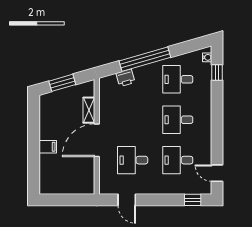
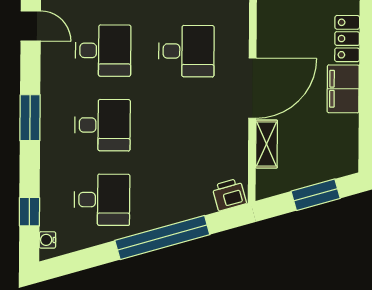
printer: (125, 78) -> (229, 195), moved
window: (217, 123) -> (30, 118), added
filing cabinet: (48, 147) -> (343, 89), width x2.00
locker: (46, 167) -> (347, 39), added

